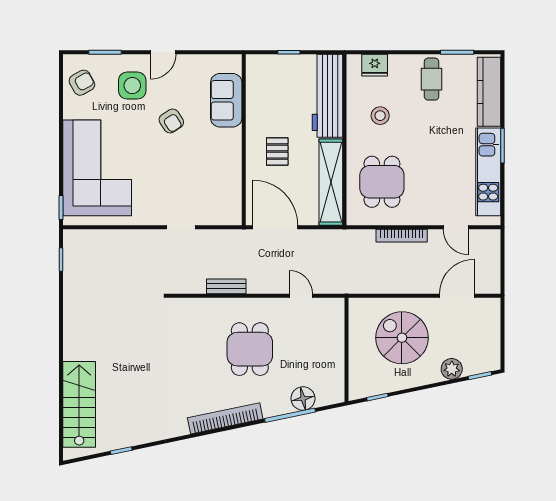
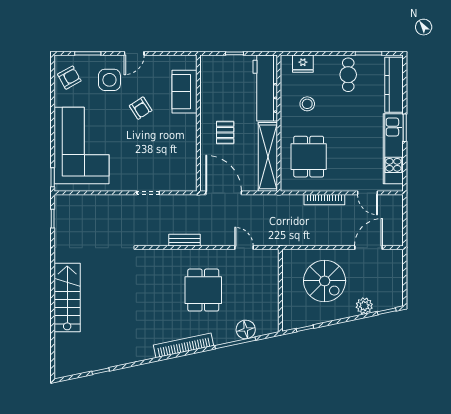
spiral stairs: (402, 338) -> (325, 281), turned 180
stairs: (79, 404) -> (67, 297), moved

